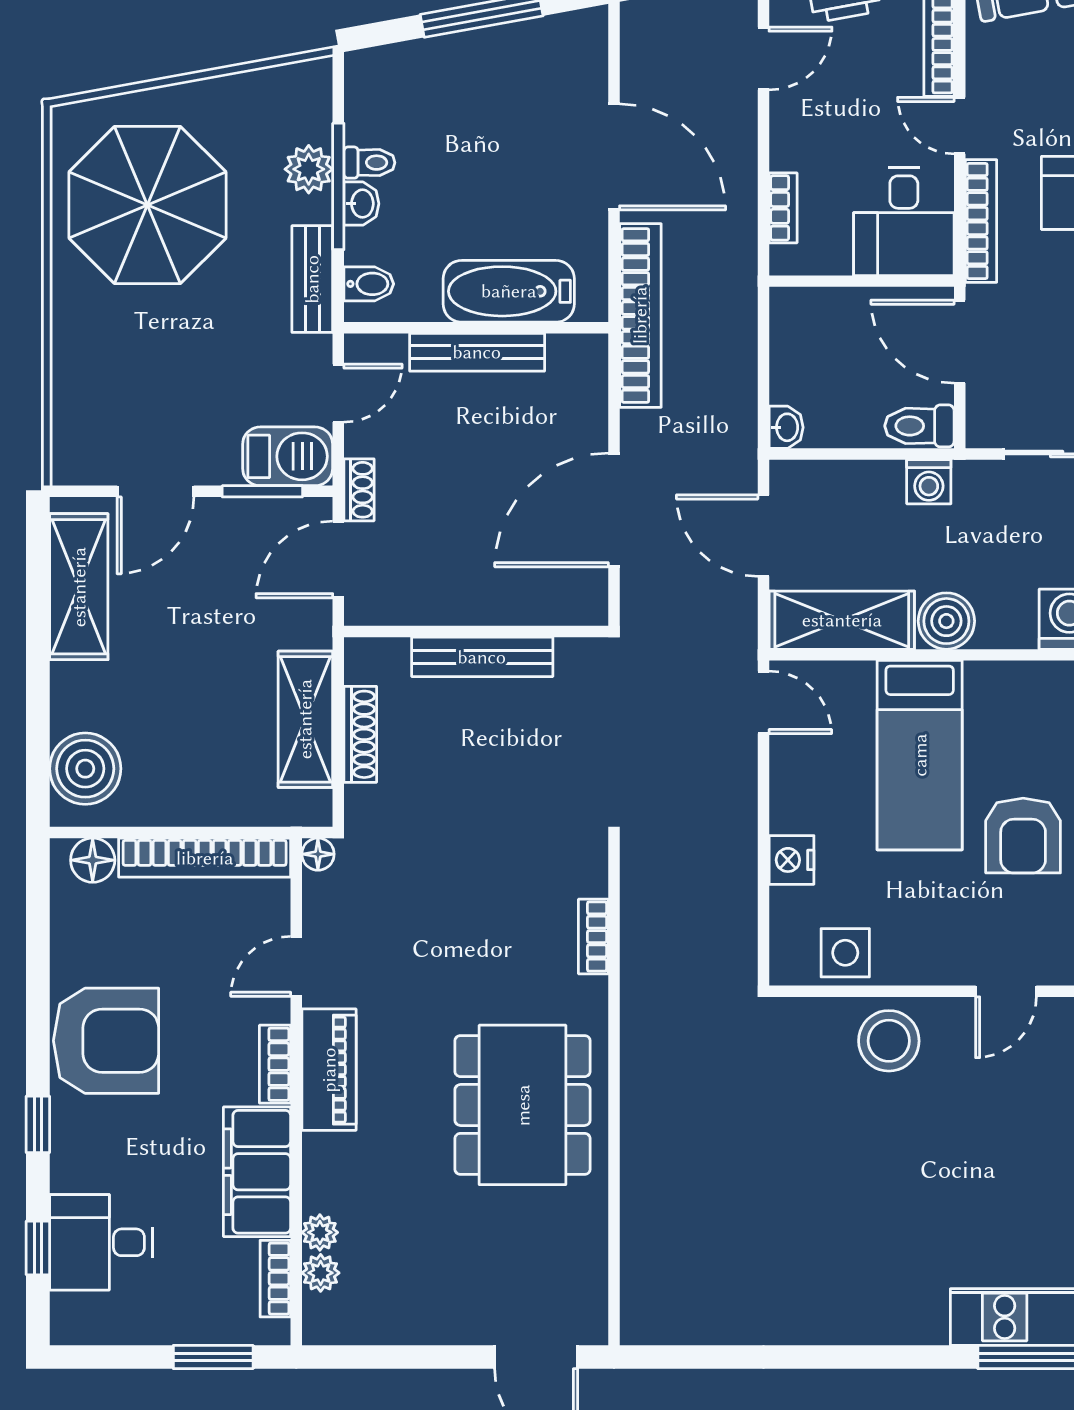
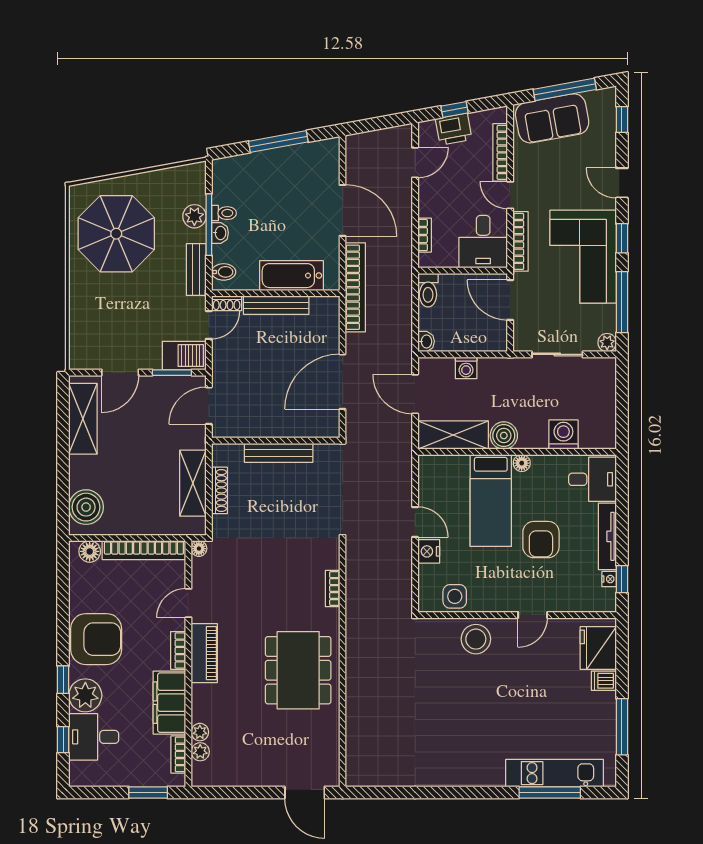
toilet: (919, 426) -> (428, 290), moved, turned -90
washing machine: (929, 482) -> (466, 368), moved
shoe rack: (359, 490) -> (227, 303), moved, turned 90
floor lamp: (983, 678) -> (522, 463), added
door: (763, 702) -> (415, 522), moved
plant: (84, 1157) -> (85, 695), added

